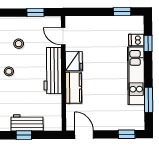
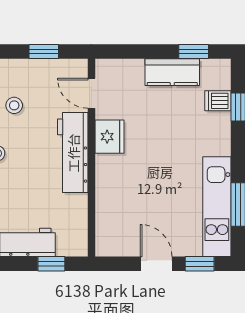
kitchen unit: (136, 76) -> (217, 207), moved
kitchen counter: (74, 88) -> (172, 72), moved, turned 90
window: (24, 135) -> (51, 264), moved
door: (84, 135) -> (156, 264), moved

